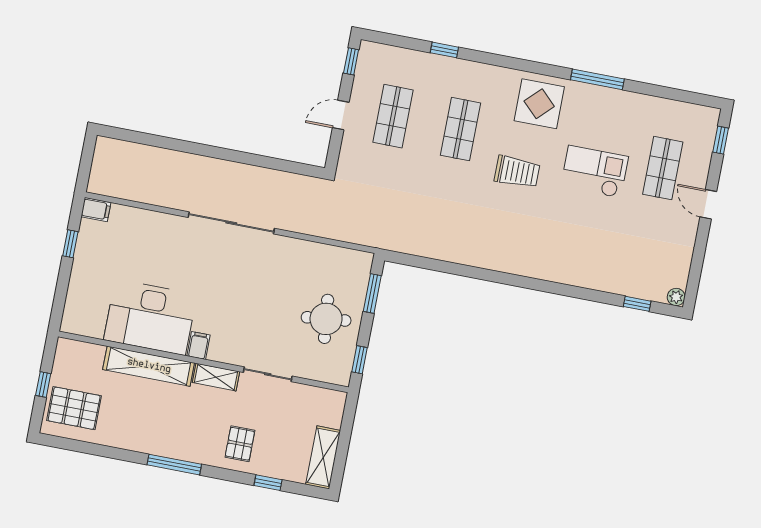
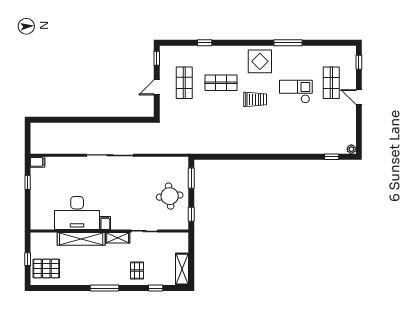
shop shelf: (460, 129) -> (221, 83), turned 90

